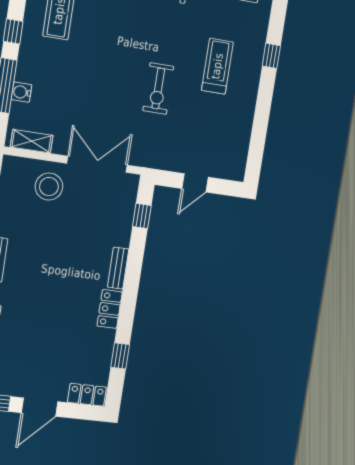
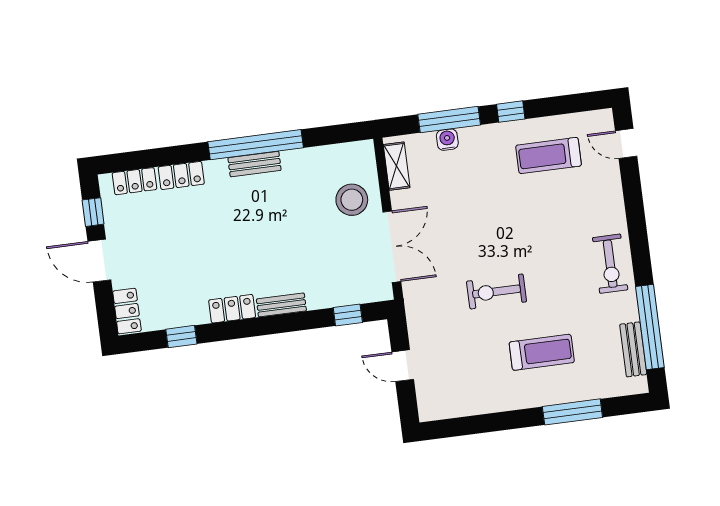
window: (271, 56) -> (572, 412), width x2.17

